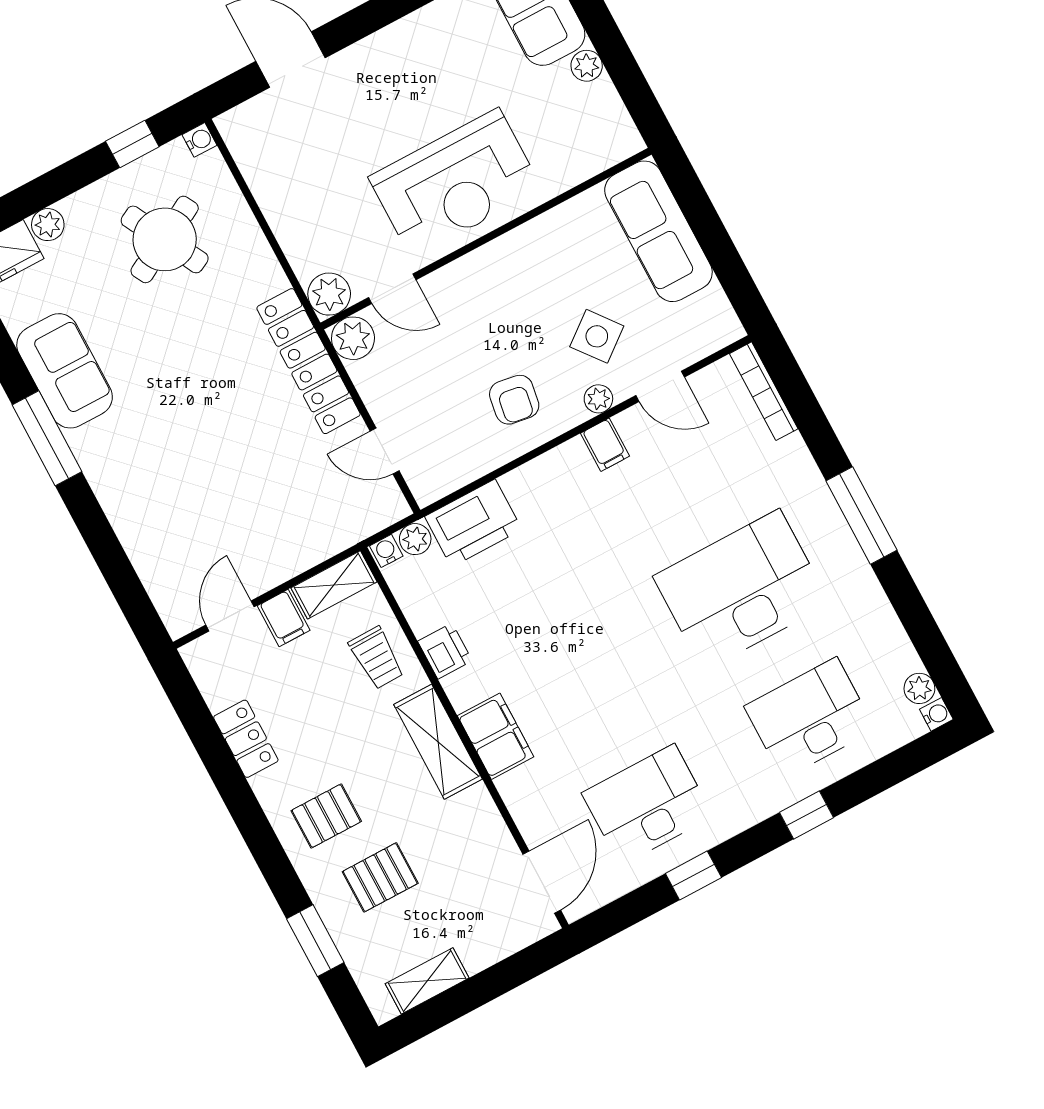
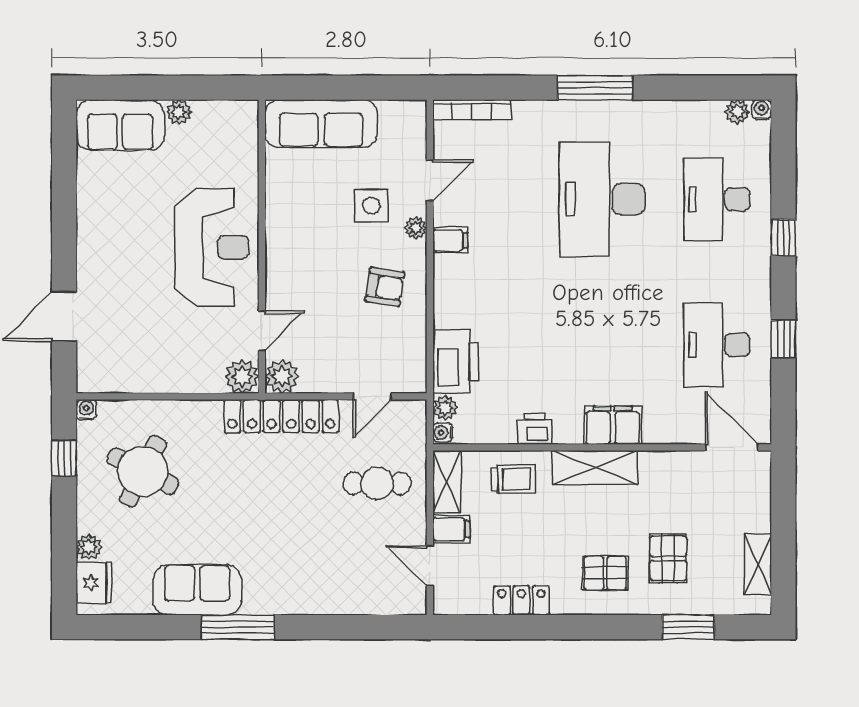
round table: (165, 239) -> (143, 471), turned -35
side table: (597, 336) -> (371, 206), turned 38
cafe table: (290, 508) -> (377, 483), added
pallet: (326, 816) -> (605, 573), turned 90

